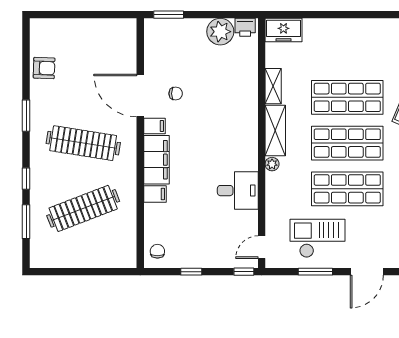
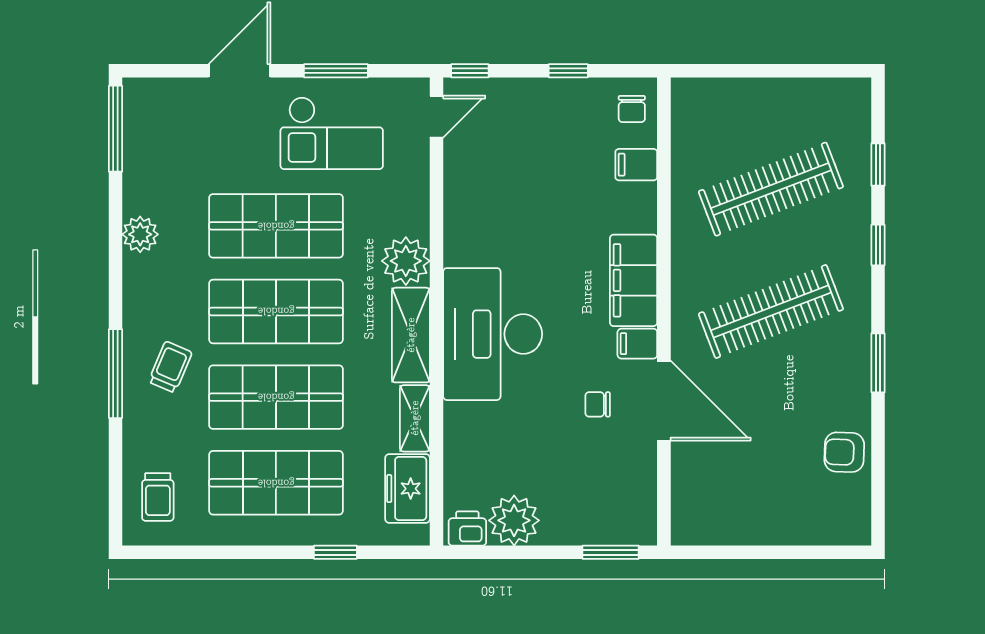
window: (316, 15) -> (335, 552), added
freezer: (283, 30) -> (408, 489), moved, turned -90
shop shelf: (347, 52) -> (276, 483), added
clothes rail: (83, 143) -> (771, 311), turned -30
plant: (272, 164) -> (406, 261), width x1.87, depth x1.87
desk: (238, 191) -> (493, 334), moved, width x1.87, depth x1.30
filing cabinet: (155, 194) -> (636, 165), moved
window: (26, 222) -> (878, 164), width x0.67

